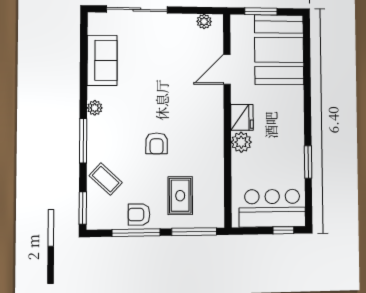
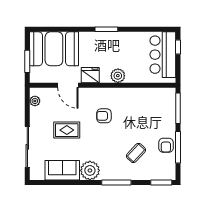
plant: (95, 108) -> (90, 170), width x1.87, depth x1.87
fridge: (242, 117) -> (90, 75), moved
armchair: (157, 143) -> (104, 116), moved, turned 180
window: (308, 162) -> (106, 29), moved
coffee table: (106, 179) -> (136, 153), moved
rug: (180, 196) -> (67, 130), moved

